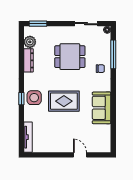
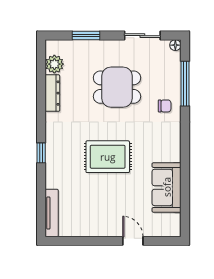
window: (38, 24) -> (86, 36), moved
side table: (34, 98) -> (61, 151), removed
sofa: (102, 108) -> (167, 187), moved

